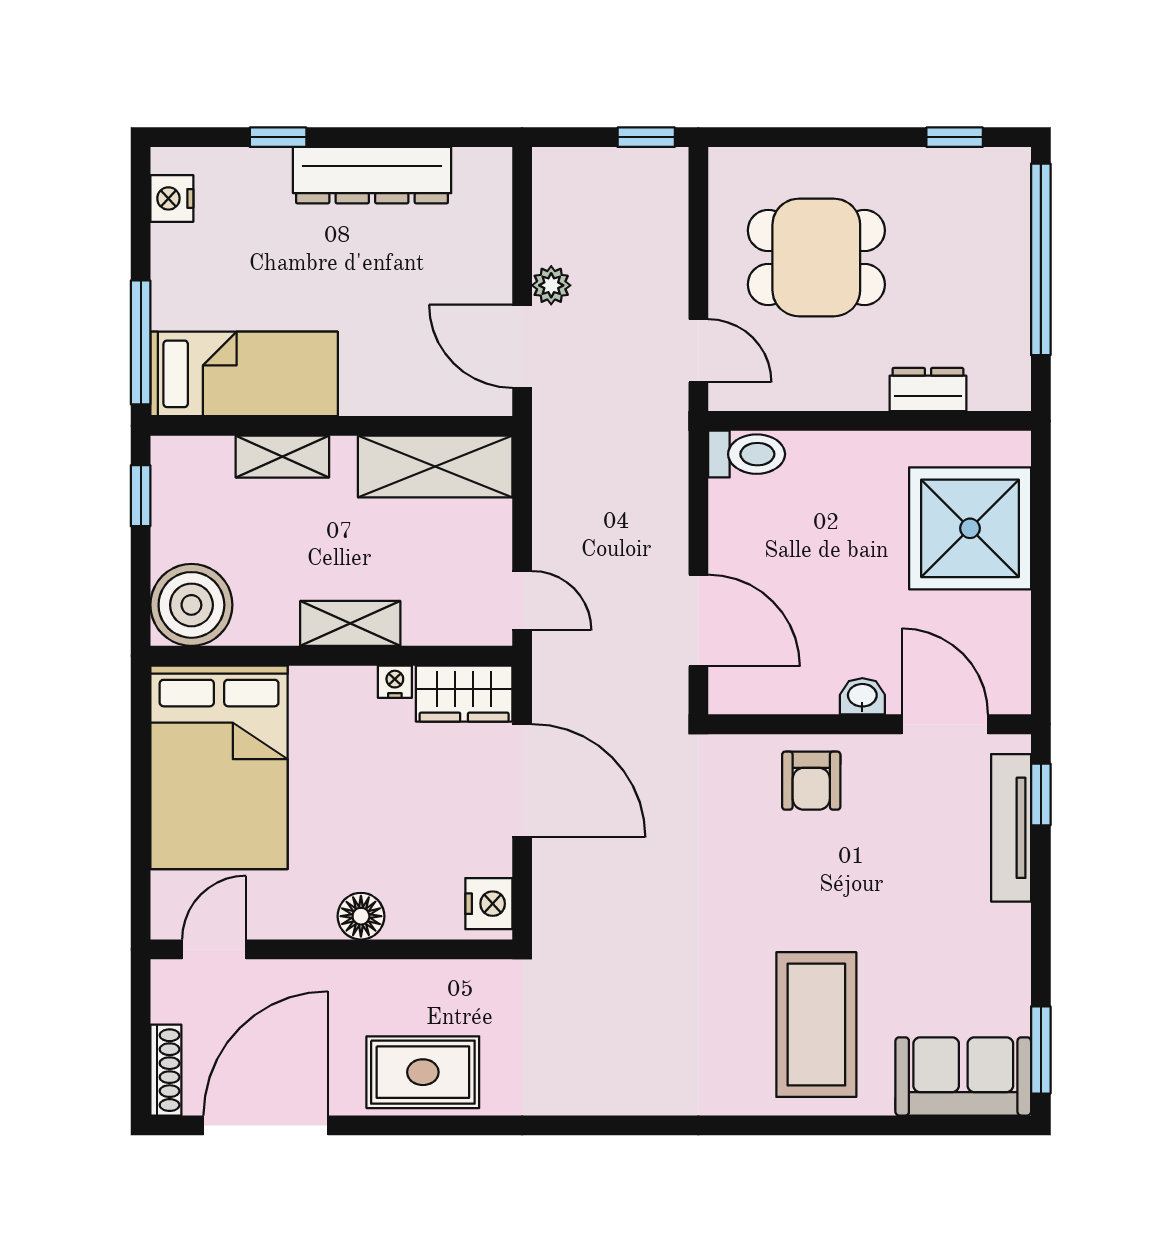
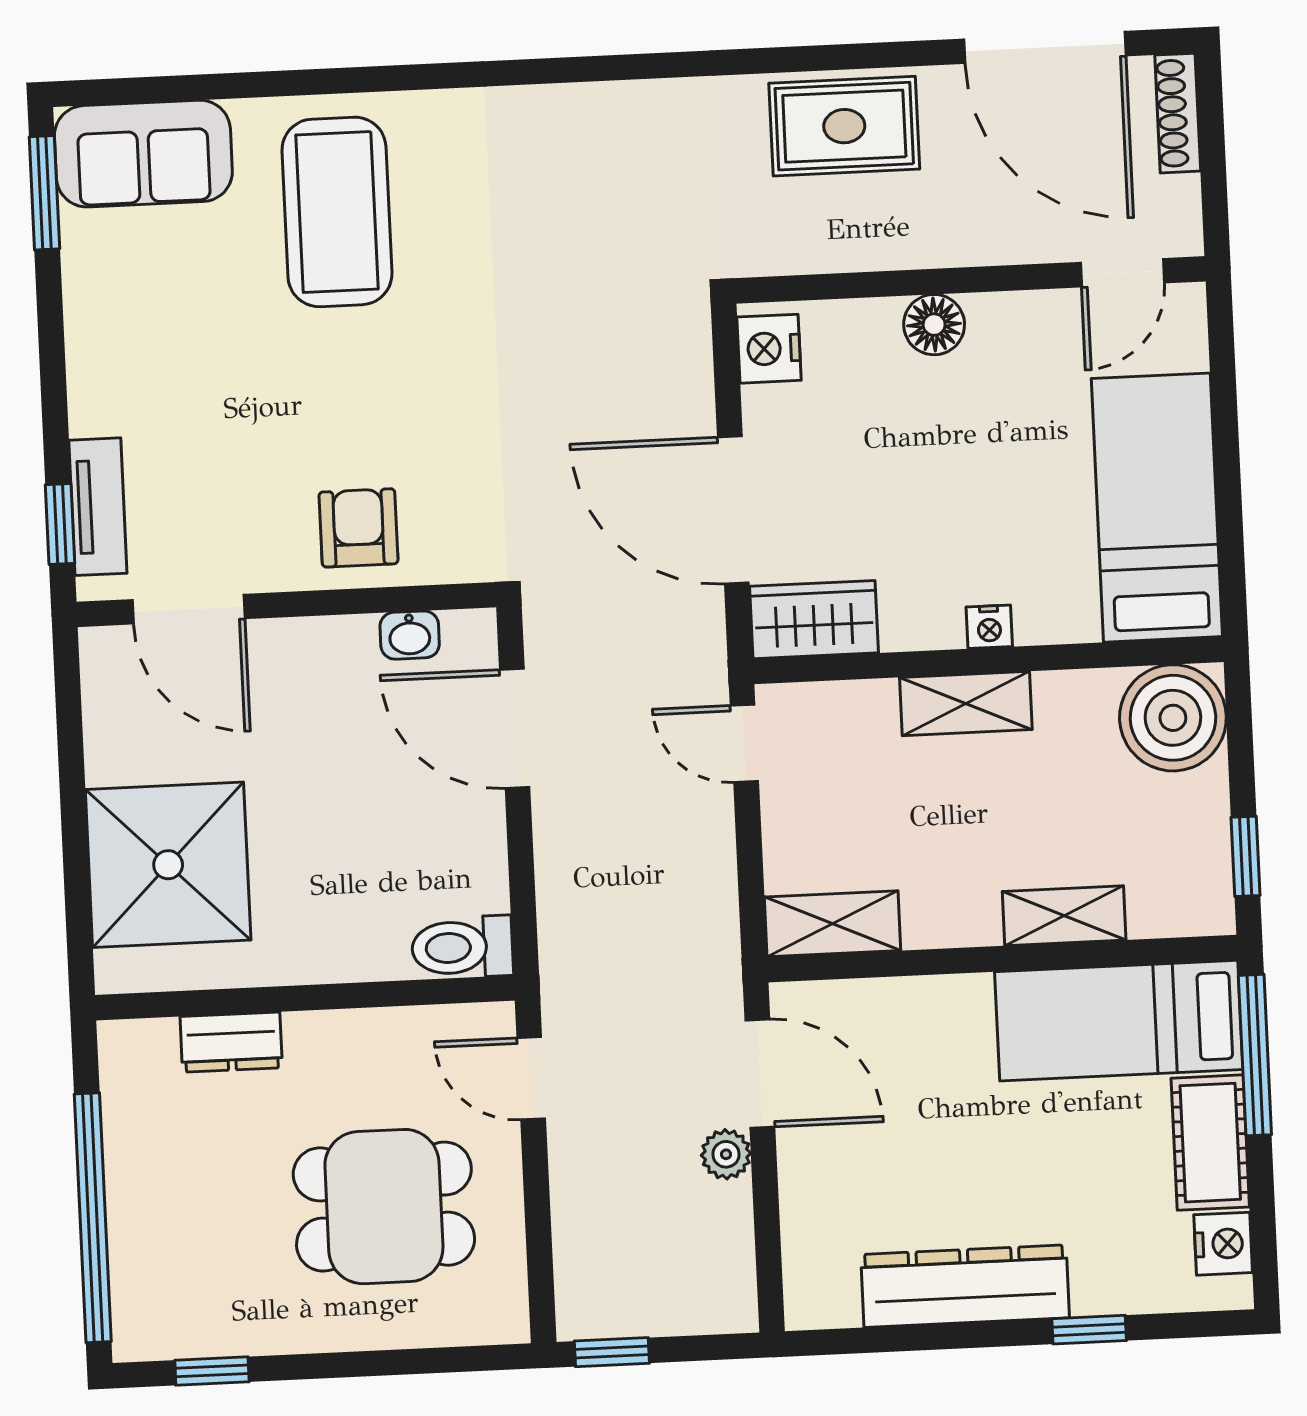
cot: (178, 277) -> (1210, 1143), added
shelving: (435, 466) -> (832, 924), width x0.67, depth x0.75
nightstand: (395, 682) -> (989, 627), moved
washbasin: (862, 696) -> (410, 635), moved
bed: (219, 767) -> (1157, 508), width x0.67
tv unit: (1011, 828) -> (98, 507), width x0.71
door: (266, 1125) -> (1045, 47), hinge flipped

